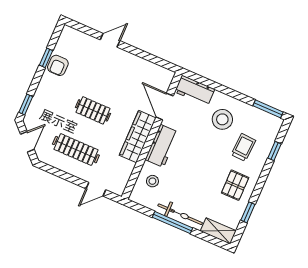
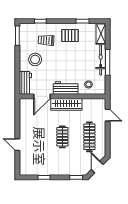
armchair: (58, 65) -> (45, 169), removed
door: (27, 142) -> (97, 167), hinge flipped

